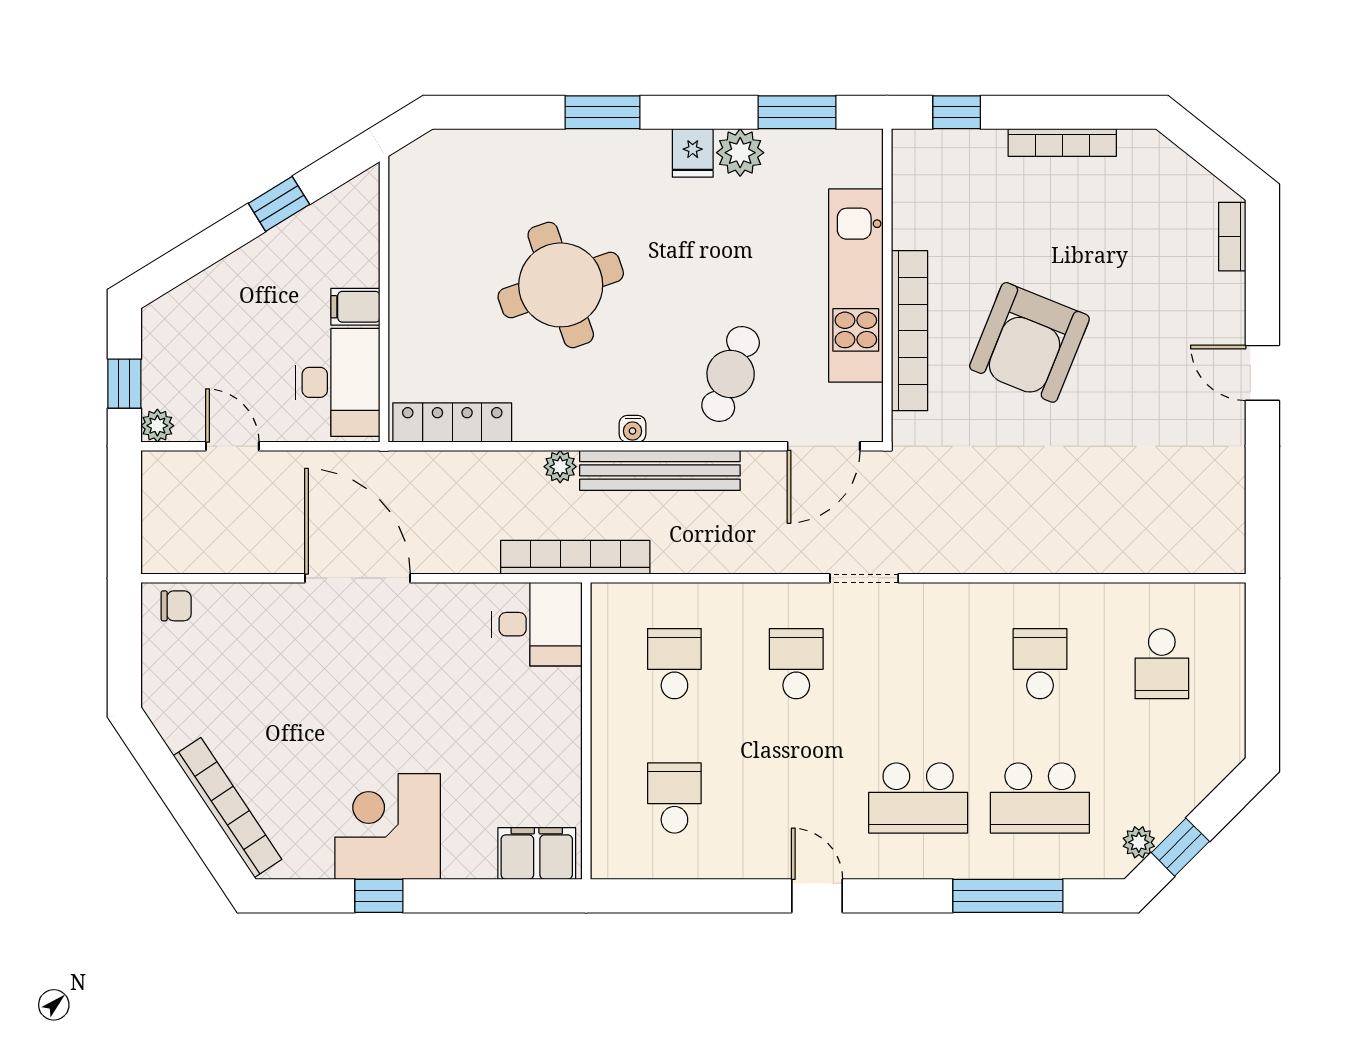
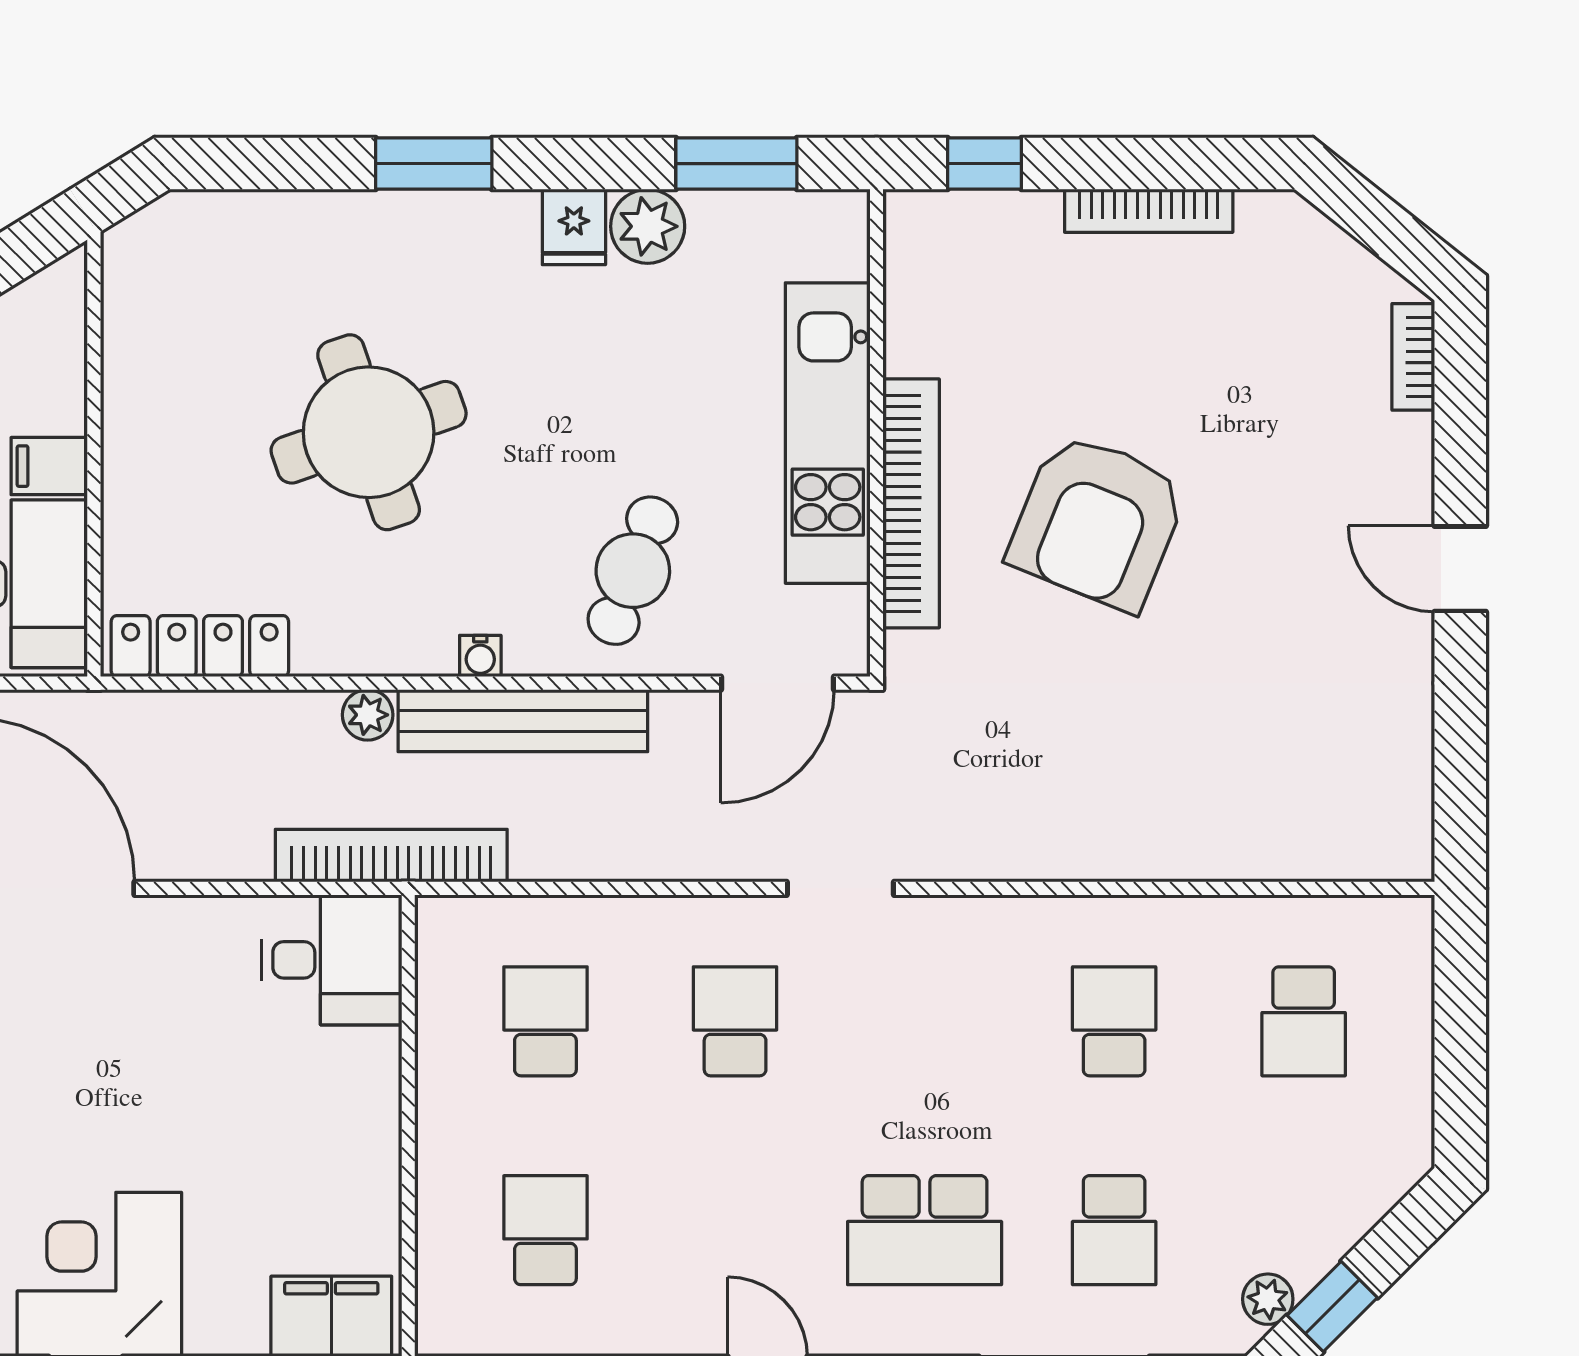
school desk: (1040, 798) -> (1114, 1230), width x0.54

